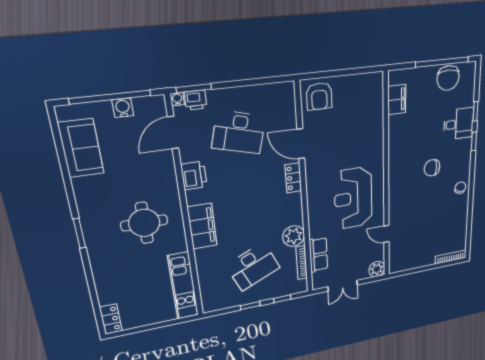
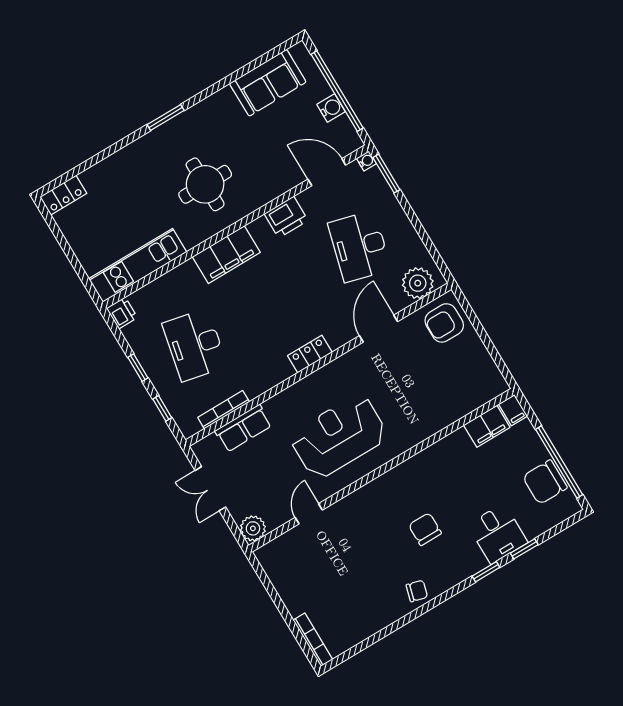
filing cabinet: (397, 77) -> (513, 410), added
printer: (196, 100) -> (122, 313), moved, turned 180
locker: (293, 178) -> (310, 354), moved
plant: (294, 236) -> (418, 283), moved
desk: (253, 267) -> (195, 345), turned 36

